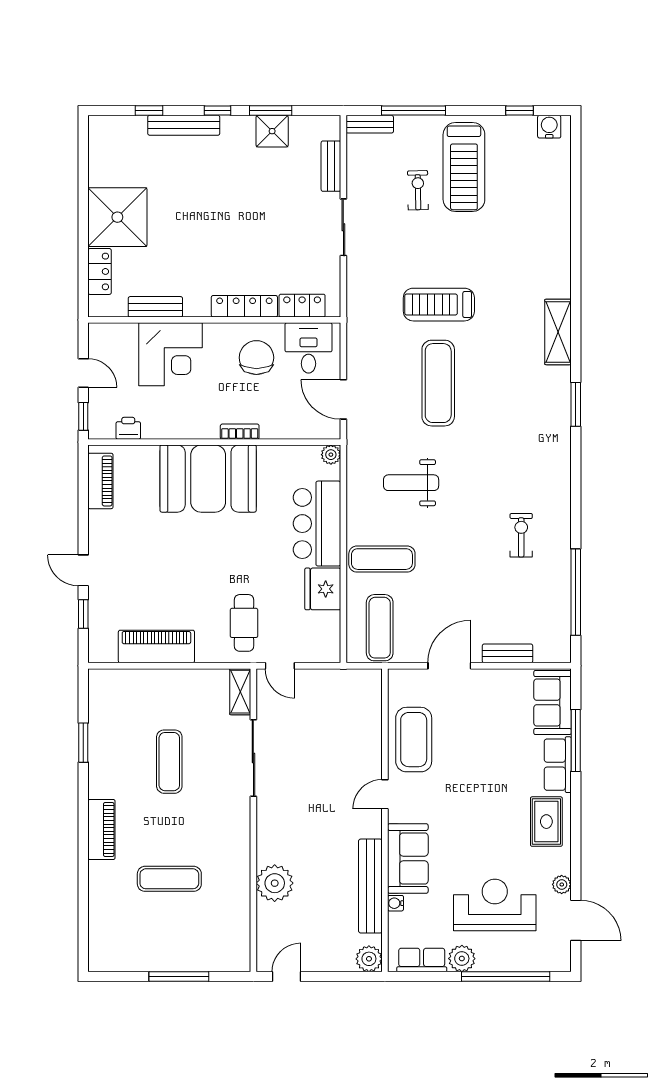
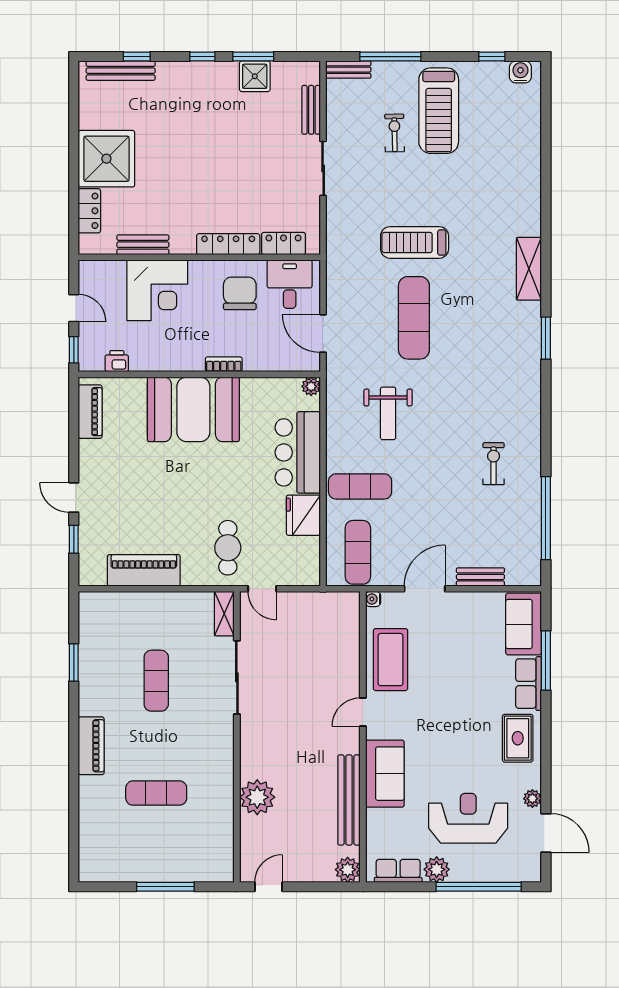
bench: (184, 125) -> (121, 71), moved
weight bench: (411, 483) -> (388, 413), turned -90
water cooler: (396, 903) -> (373, 599), moved

